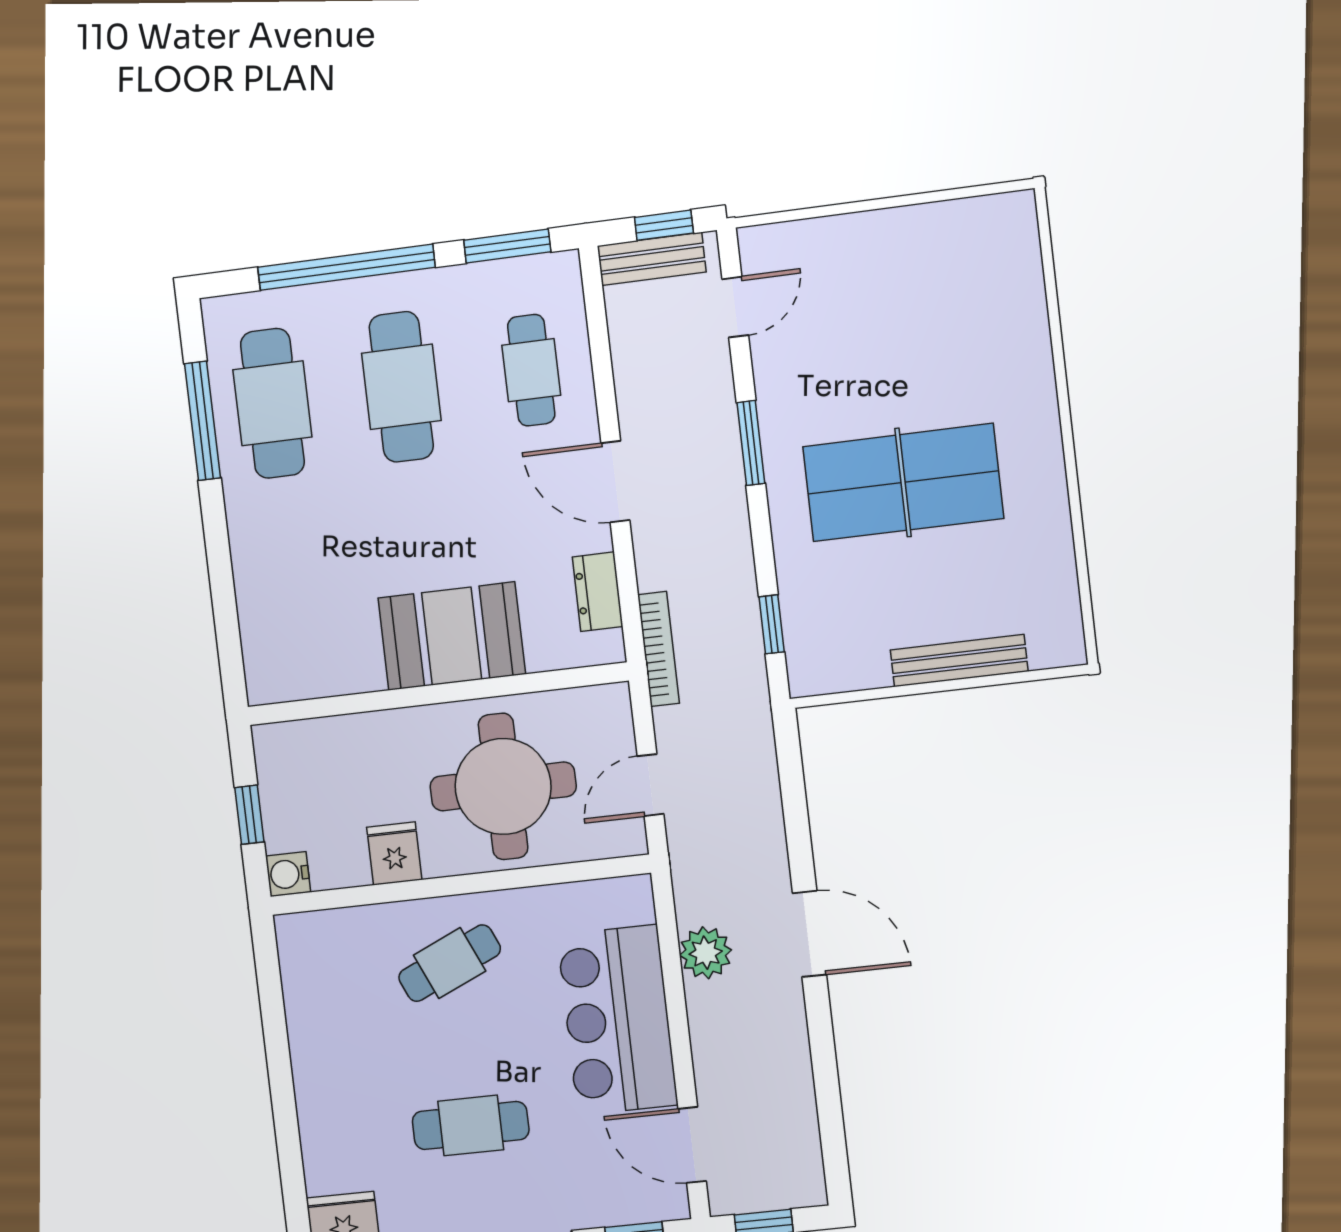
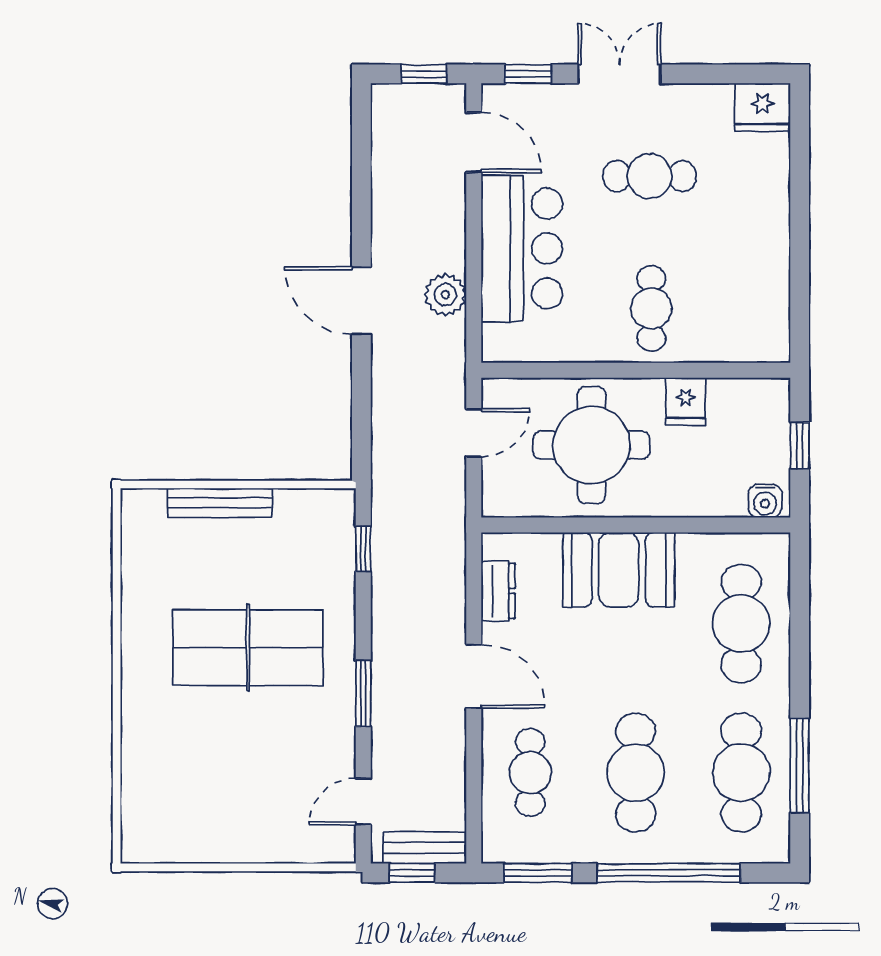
cafe table: (294, 587) -> (741, 623), added
bookcase: (659, 649) -> (455, 540), removed
water cooler: (288, 874) -> (765, 501), moved, turned 90
cafe table: (450, 963) -> (651, 308), turned -66

